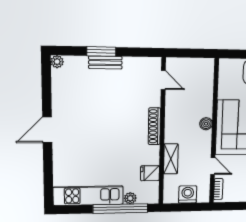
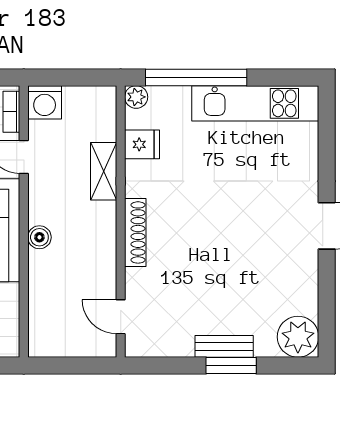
plant: (57, 62) -> (298, 337), width x1.87, depth x1.87
washing machine: (188, 194) -> (45, 102), moved
plant: (130, 198) -> (136, 97), moved

